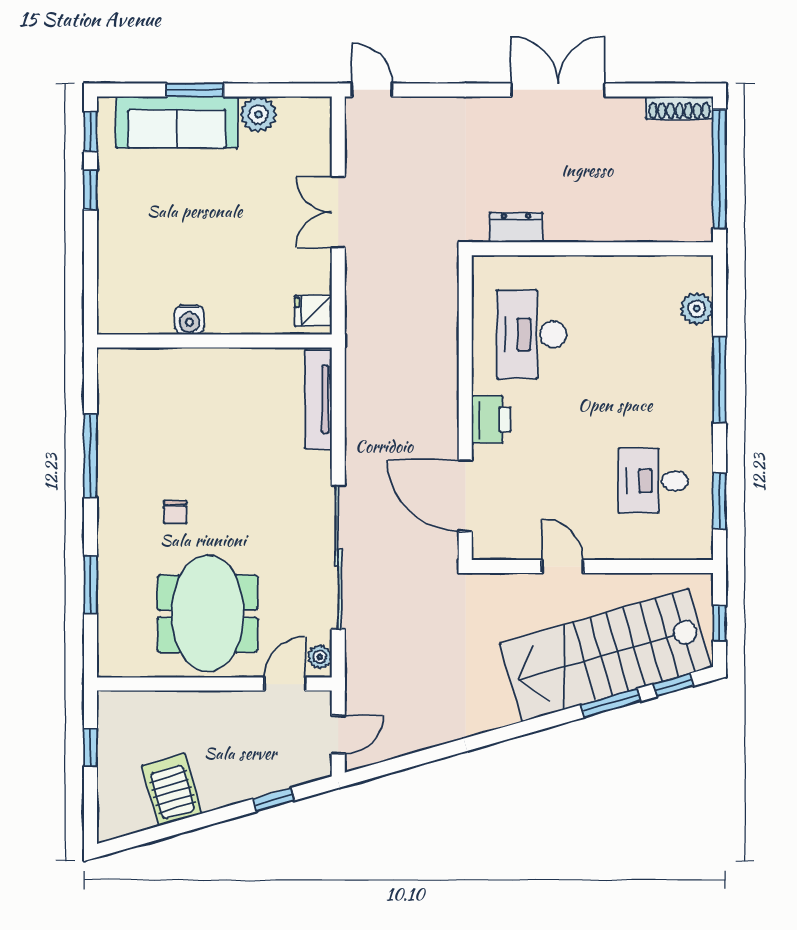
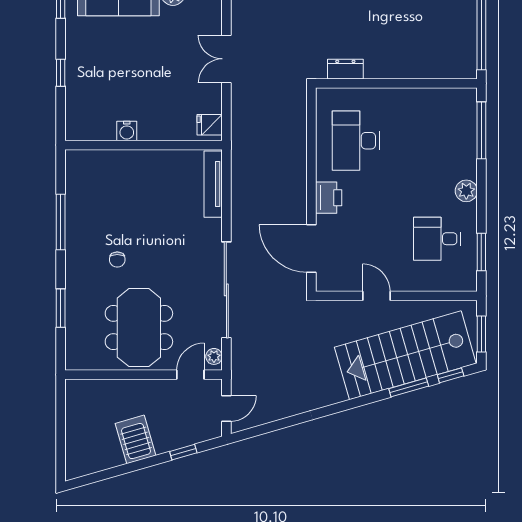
window: (90, 190) -> (61, 73), moved
plant: (697, 309) -> (466, 191), moved
window: (719, 380) -> (481, 130), moved
window: (719, 623) -> (481, 334), width x1.50
window: (90, 748) -> (61, 417), removed
server rack: (172, 790) -> (136, 439), moved

